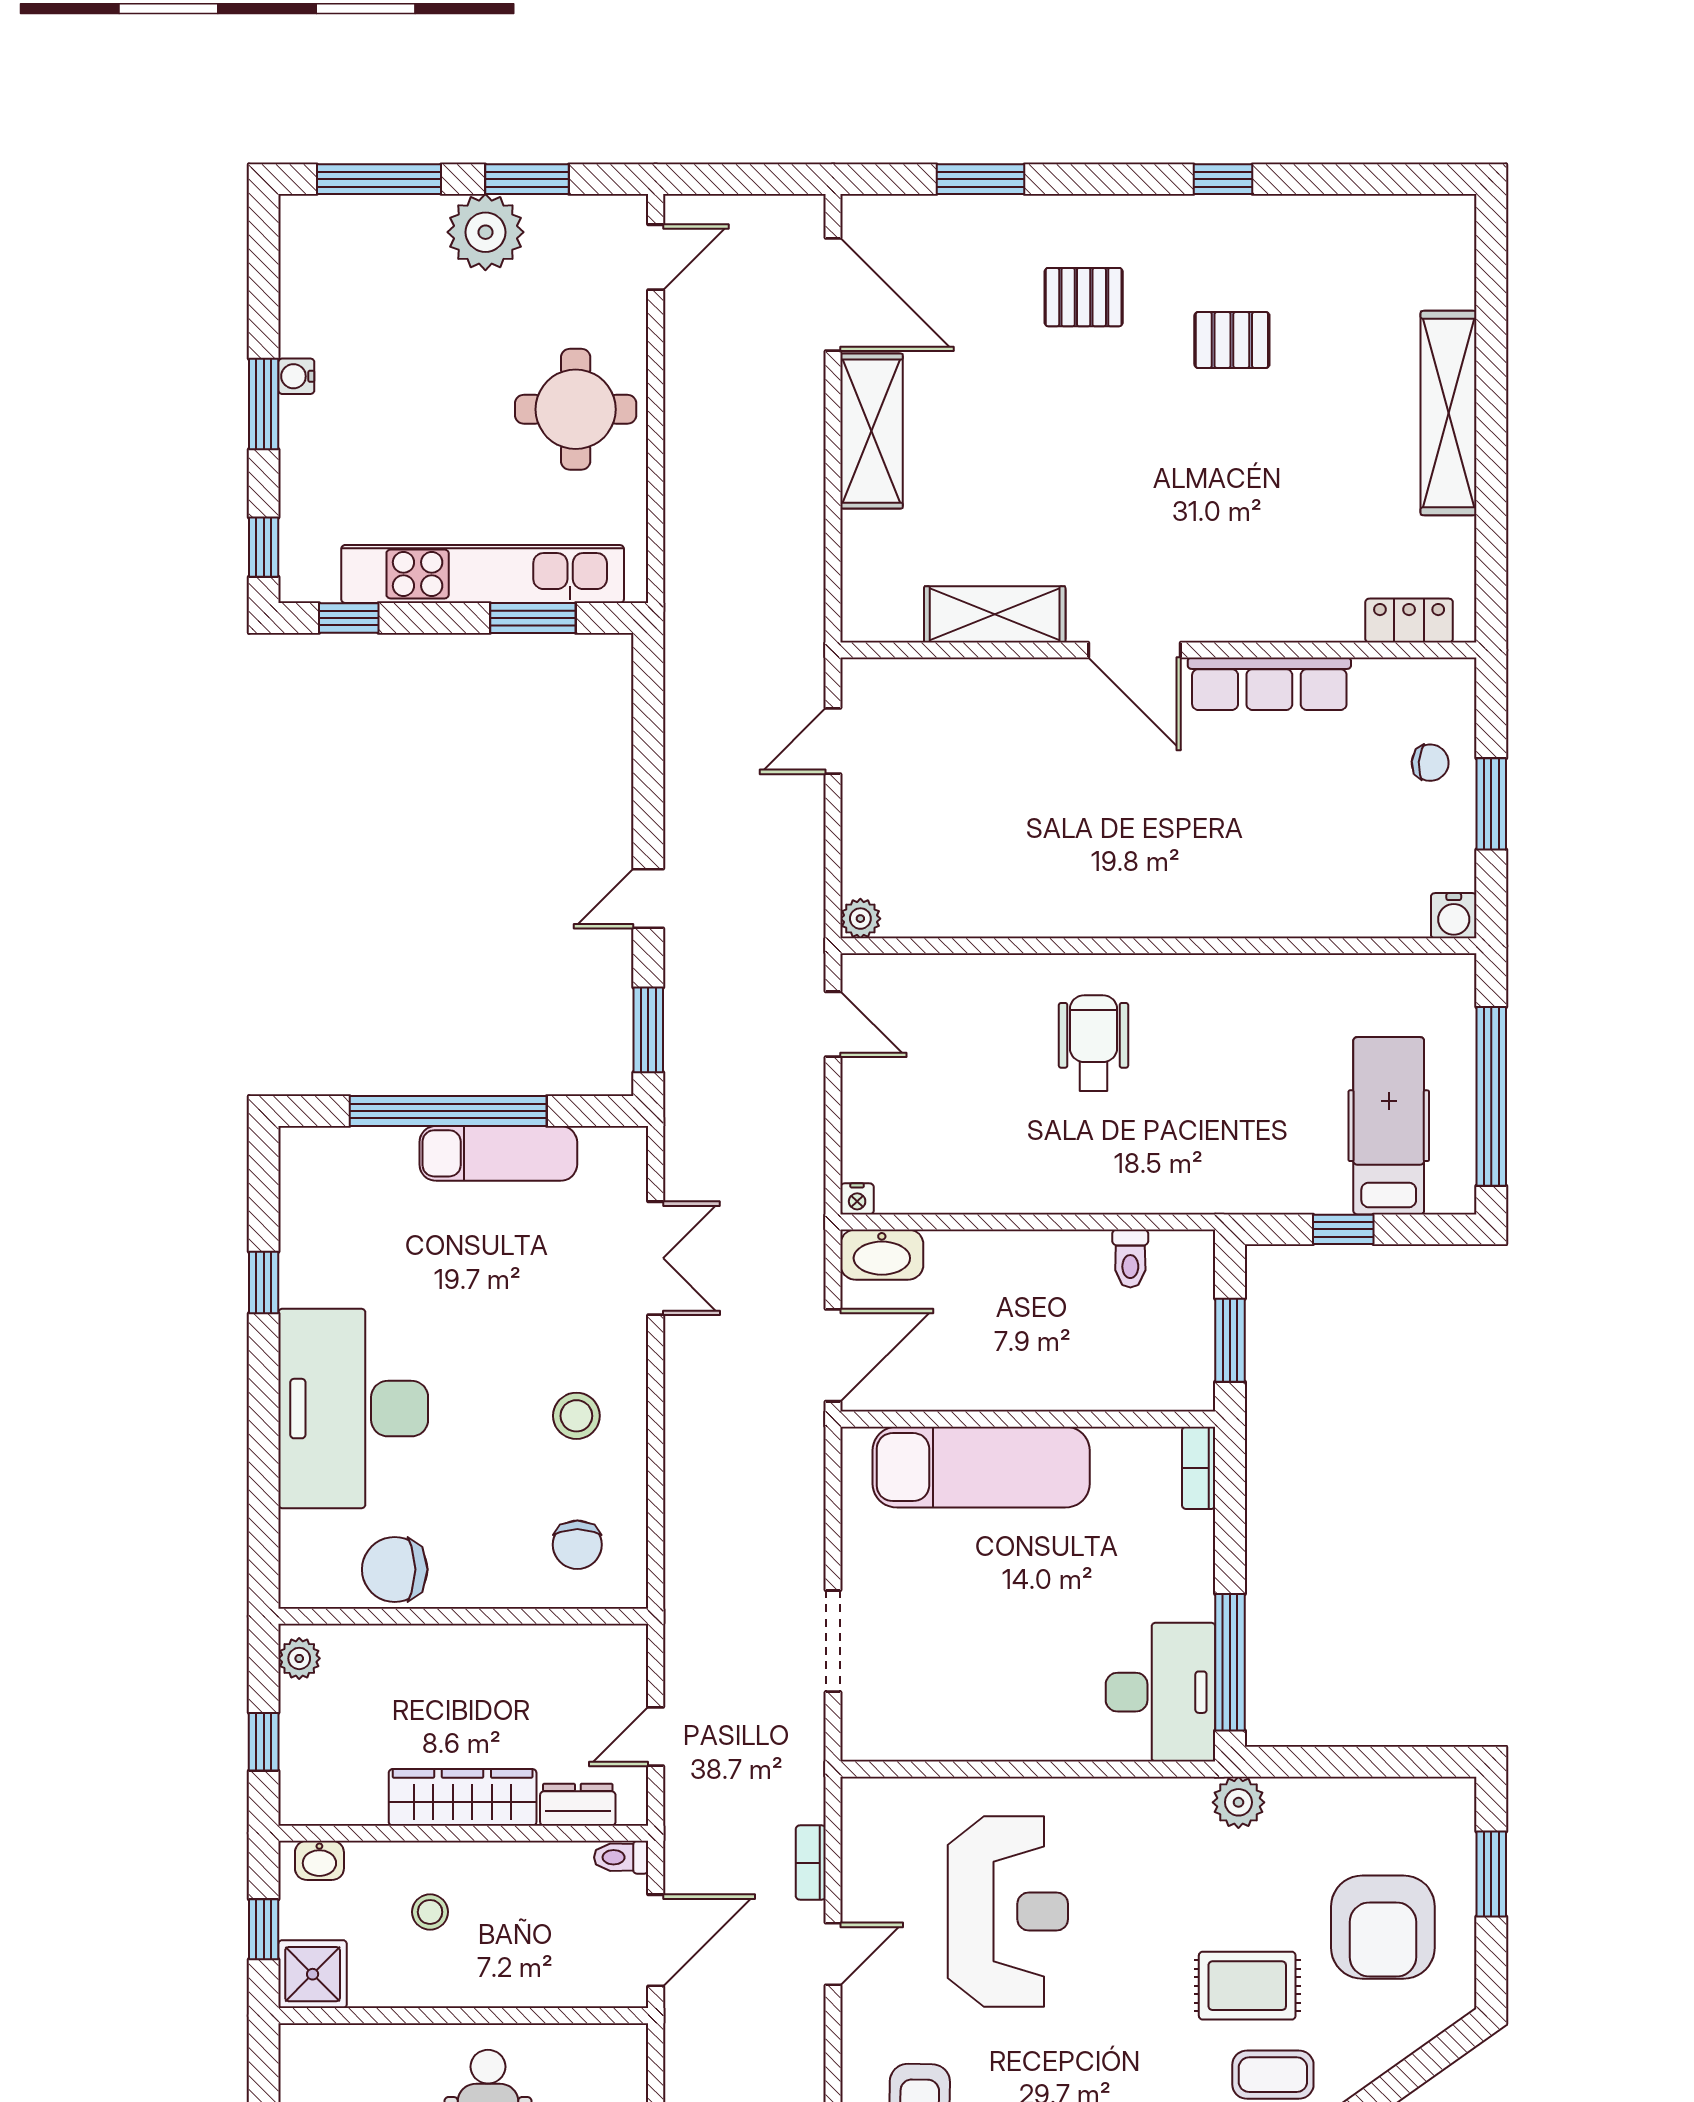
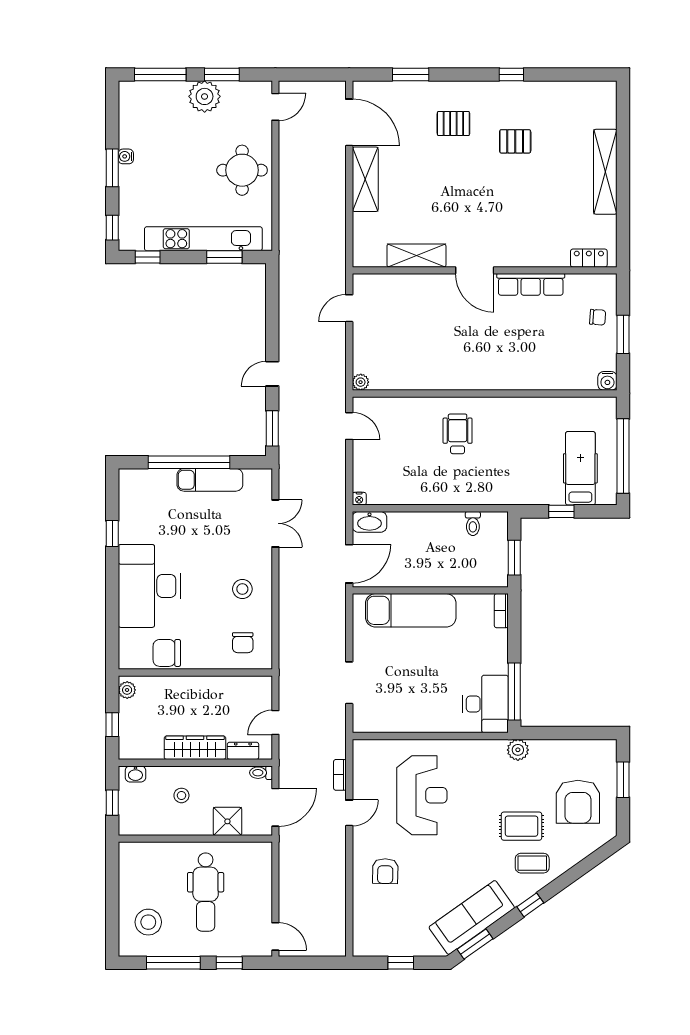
shower: (313, 1974) -> (227, 821), moved

